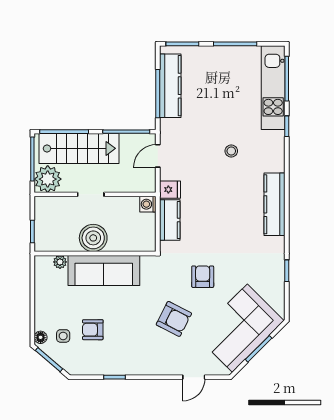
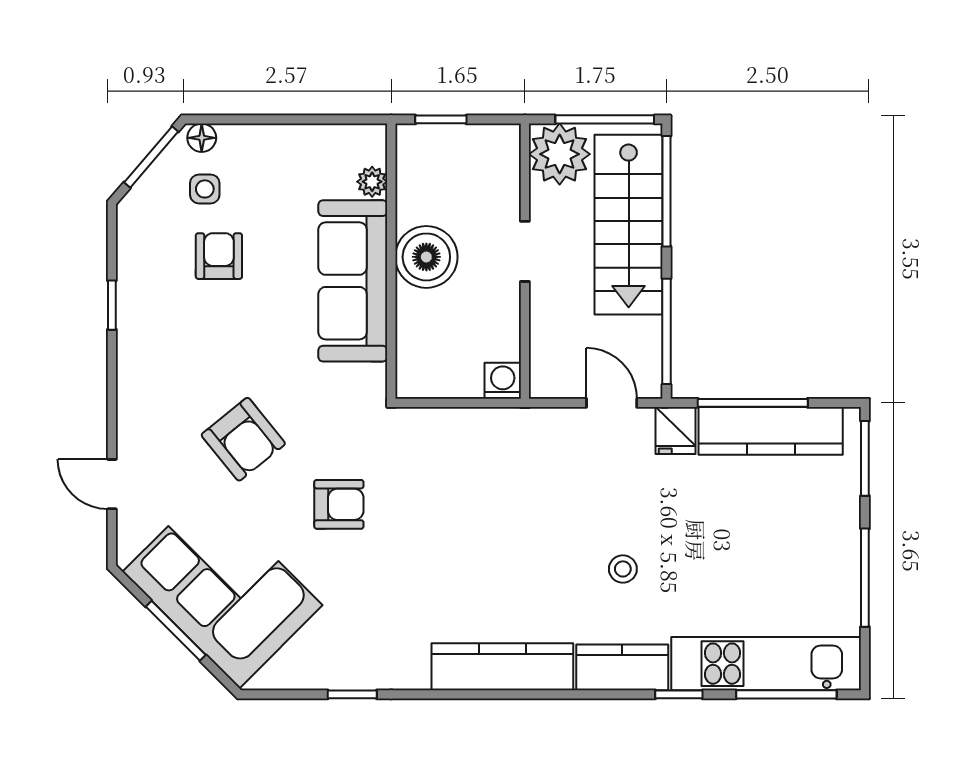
fridge: (170, 190) -> (676, 430), moved
kitchen counter: (170, 220) -> (622, 667), moved, turned 180
armchair: (174, 319) -> (243, 439), turned -66

